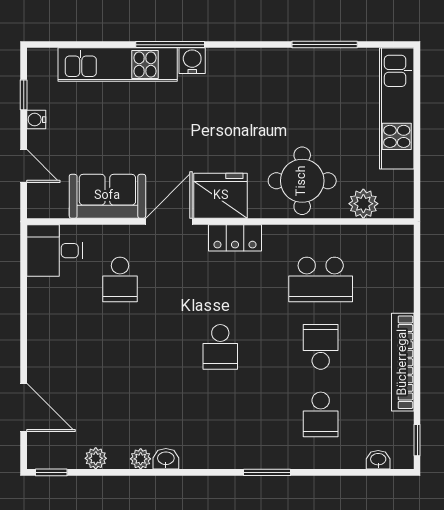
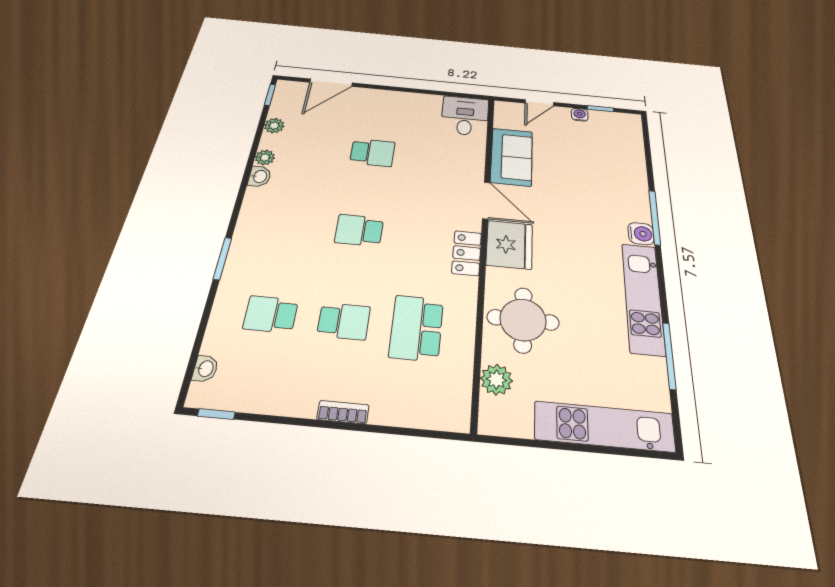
kitchen unit: (118, 65) -> (643, 298), moved
school desk: (120, 279) -> (372, 153), moved, turned 180
bookcase: (403, 362) -> (343, 412), width x0.43, depth x0.76

